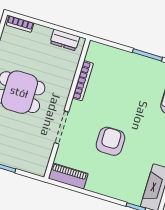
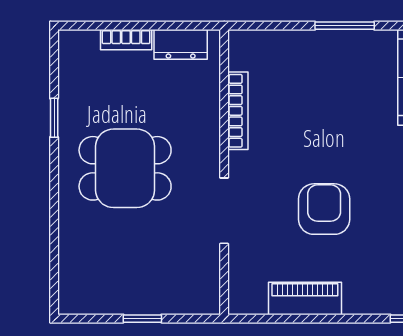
bookcase: (20, 24) -> (126, 40), moved
piano: (68, 176) -> (305, 299), moved

